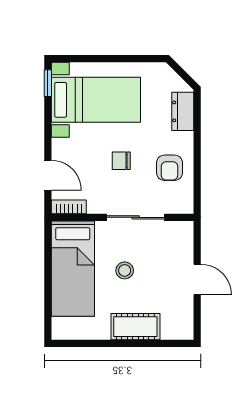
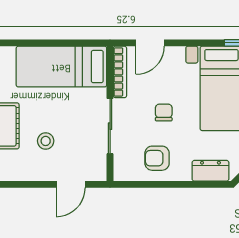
bookcase: (69, 207) -> (120, 72), width x1.56
stool: (125, 270) -> (46, 141), moved
door: (197, 279) -> (71, 184), moved

